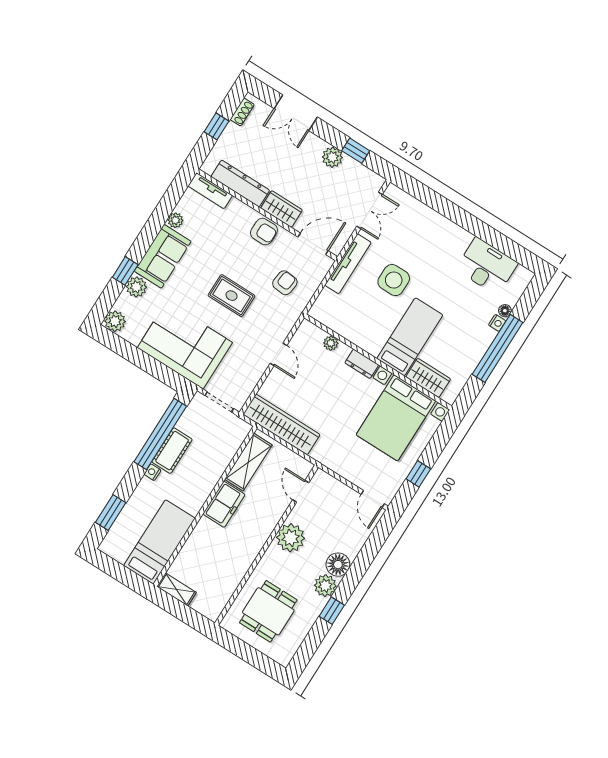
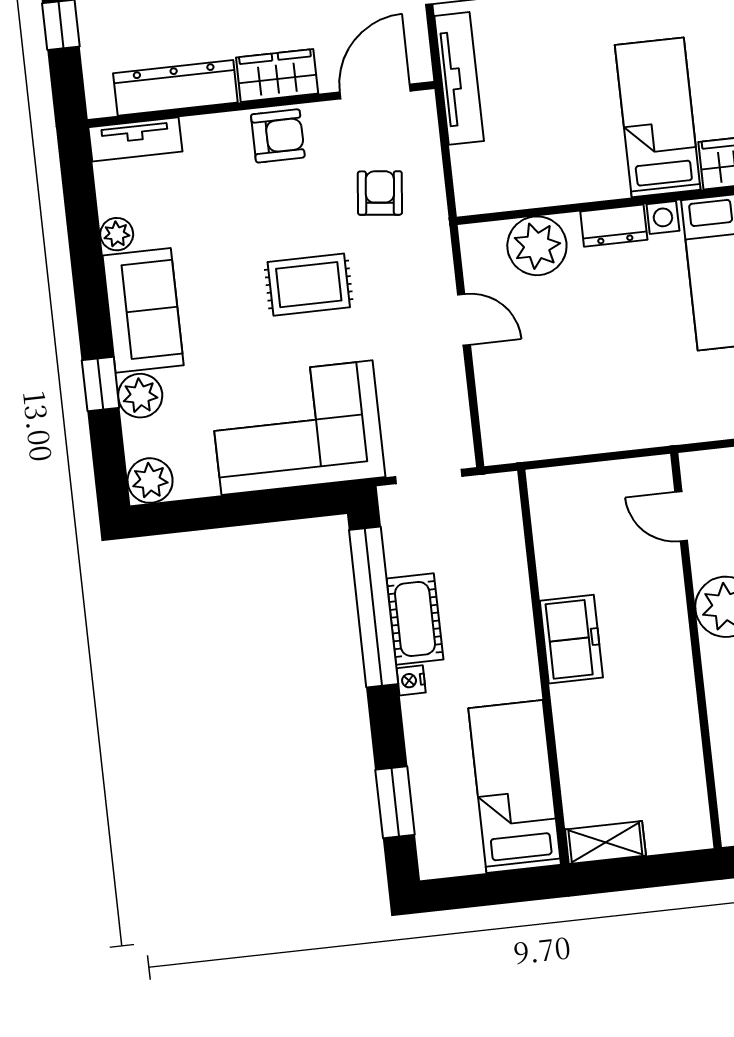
side table: (394, 280) -> (556, 45), removed
plant: (331, 343) -> (537, 246), width x1.88, depth x1.88
wardrobe: (282, 424) -> (561, 432), removed
shelving: (248, 462) -> (556, 537), removed

